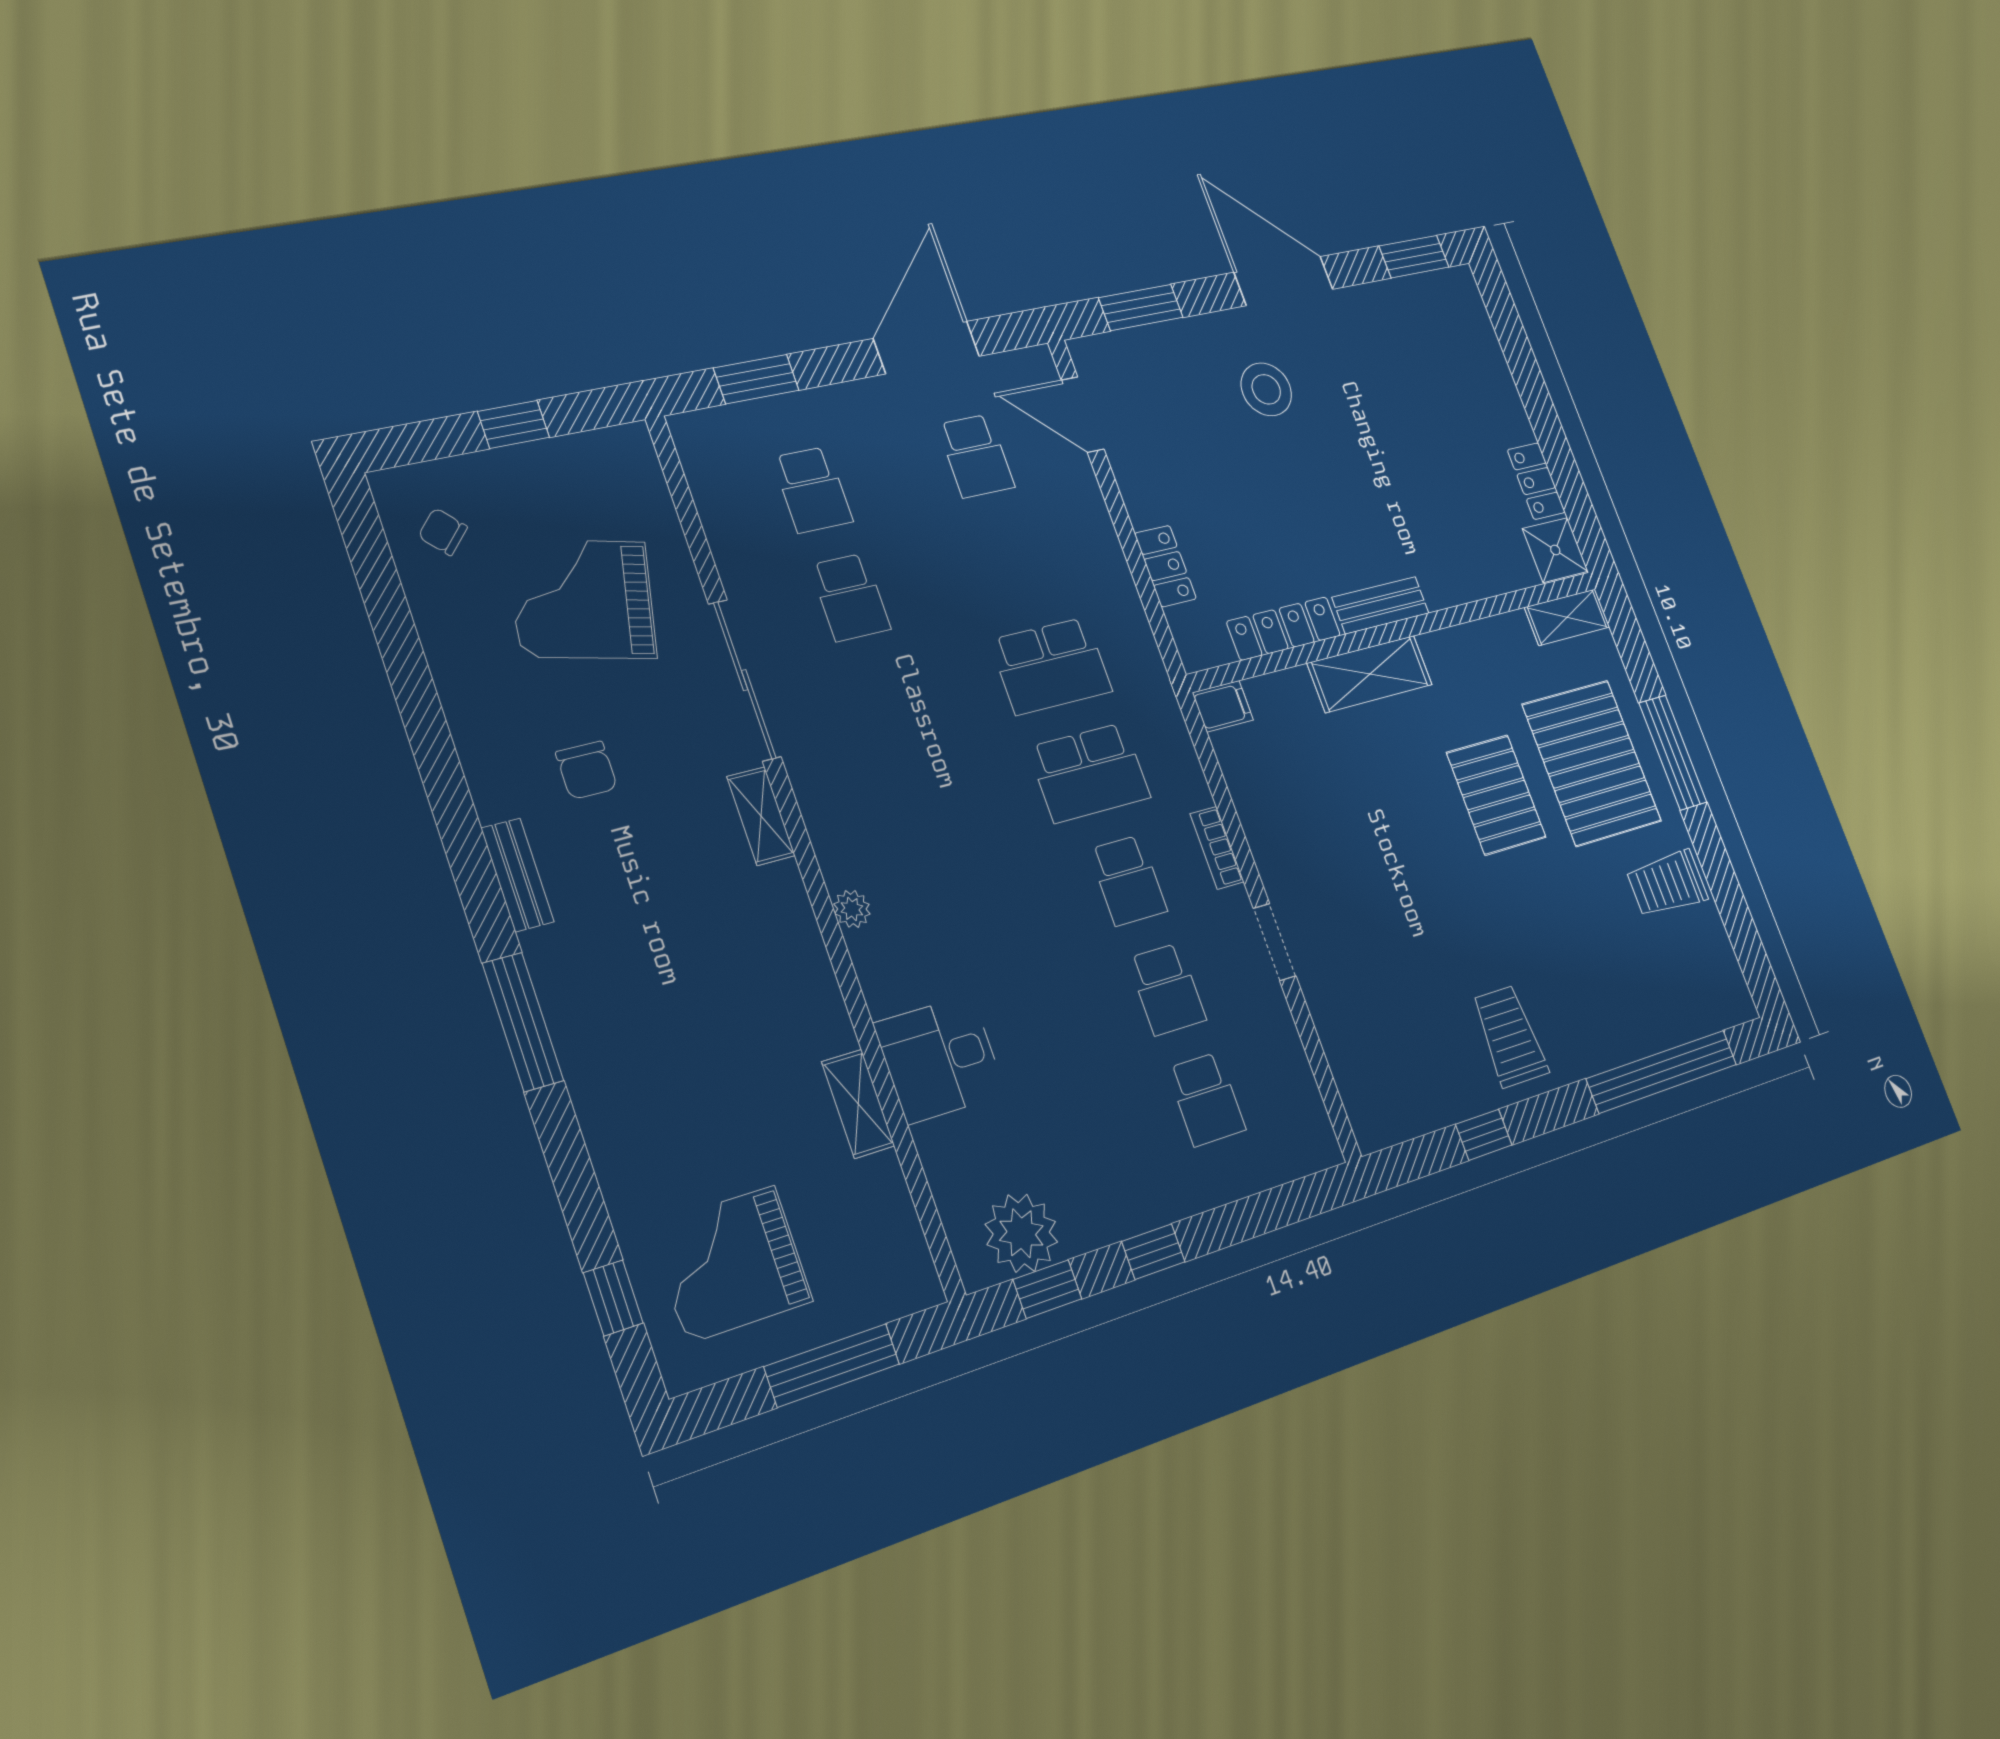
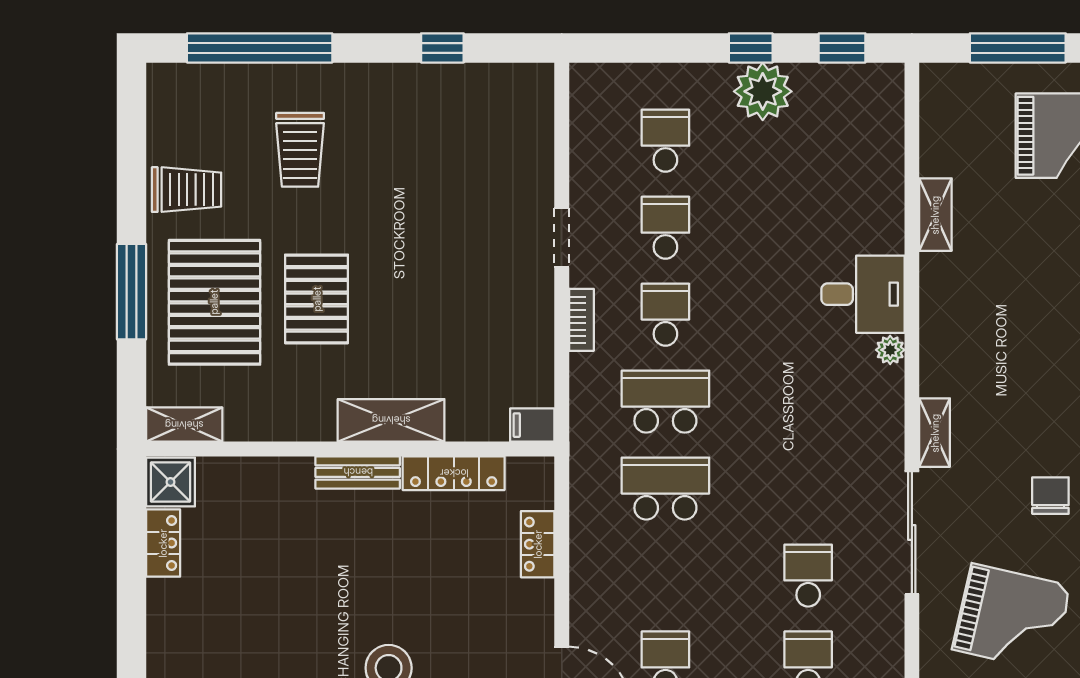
trolley: (1510, 1036) -> (300, 150), moved
desk: (940, 1059) -> (863, 294), moved
plant: (1021, 1233) -> (763, 91), moved

